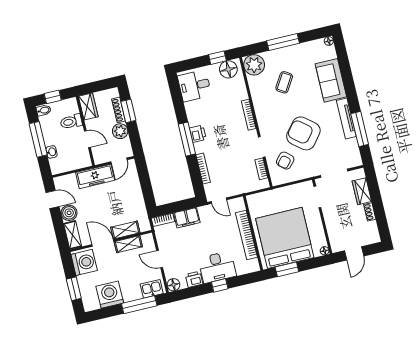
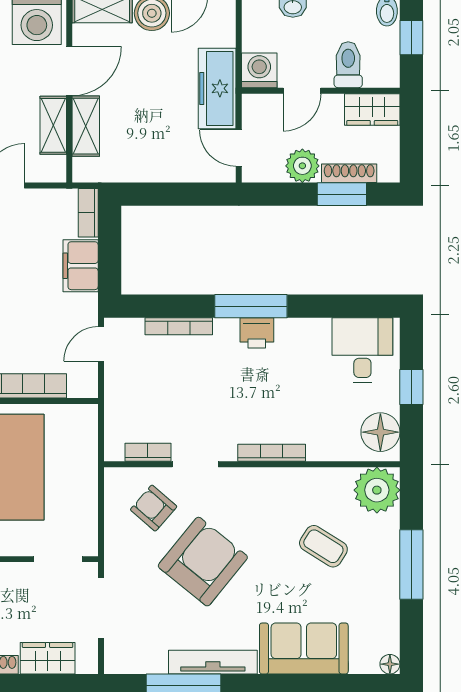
window: (217, 58) -> (411, 387), moved
washing machine: (83, 160) -> (259, 70), added

